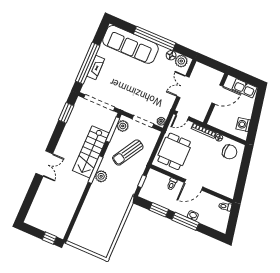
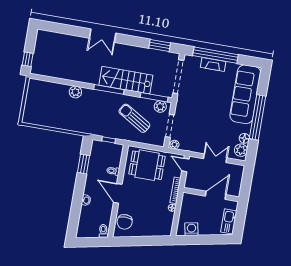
door: (217, 95) -> (216, 195), swing flipped
chair: (230, 152) -> (125, 222), moved
plant: (101, 176) -> (75, 92), moved
window: (185, 221) -> (78, 194), removed

